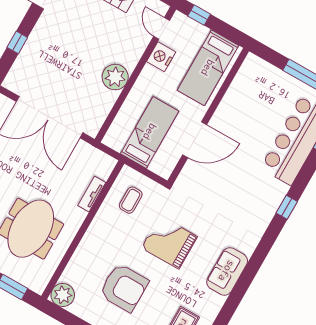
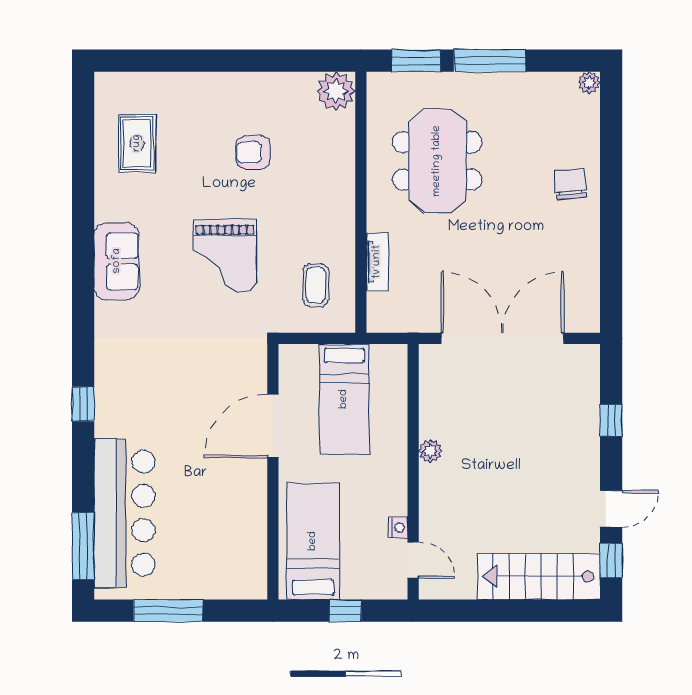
window: (199, 15) -> (345, 611), moved
nightstand: (161, 57) -> (398, 528), width x0.53, depth x0.56
plant: (115, 77) -> (430, 451), width x0.53, depth x0.53
grand piano: (169, 242) -> (225, 256), turned 90
armchair: (124, 288) -> (253, 152), width x0.53, depth x0.53

